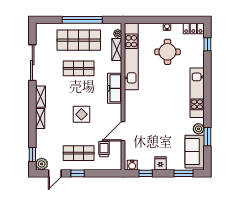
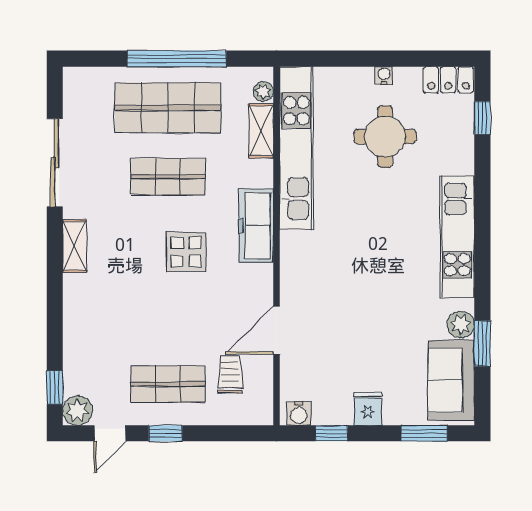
display table: (81, 114) -> (186, 252), moved
shelving: (40, 118) -> (74, 299), removed

